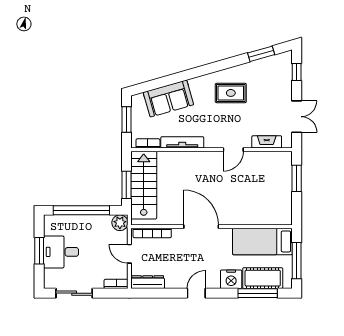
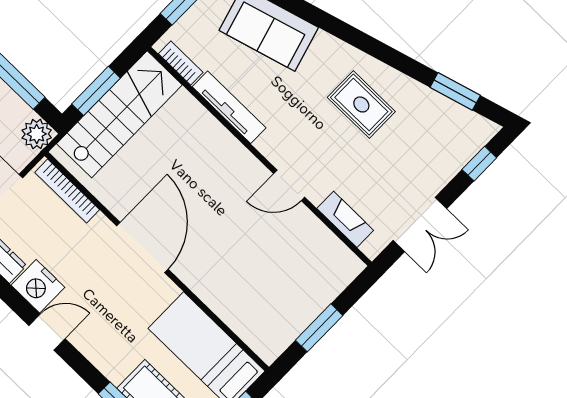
window: (297, 178) -> (319, 328), moved
nightstand: (231, 279) -> (38, 286), moved

